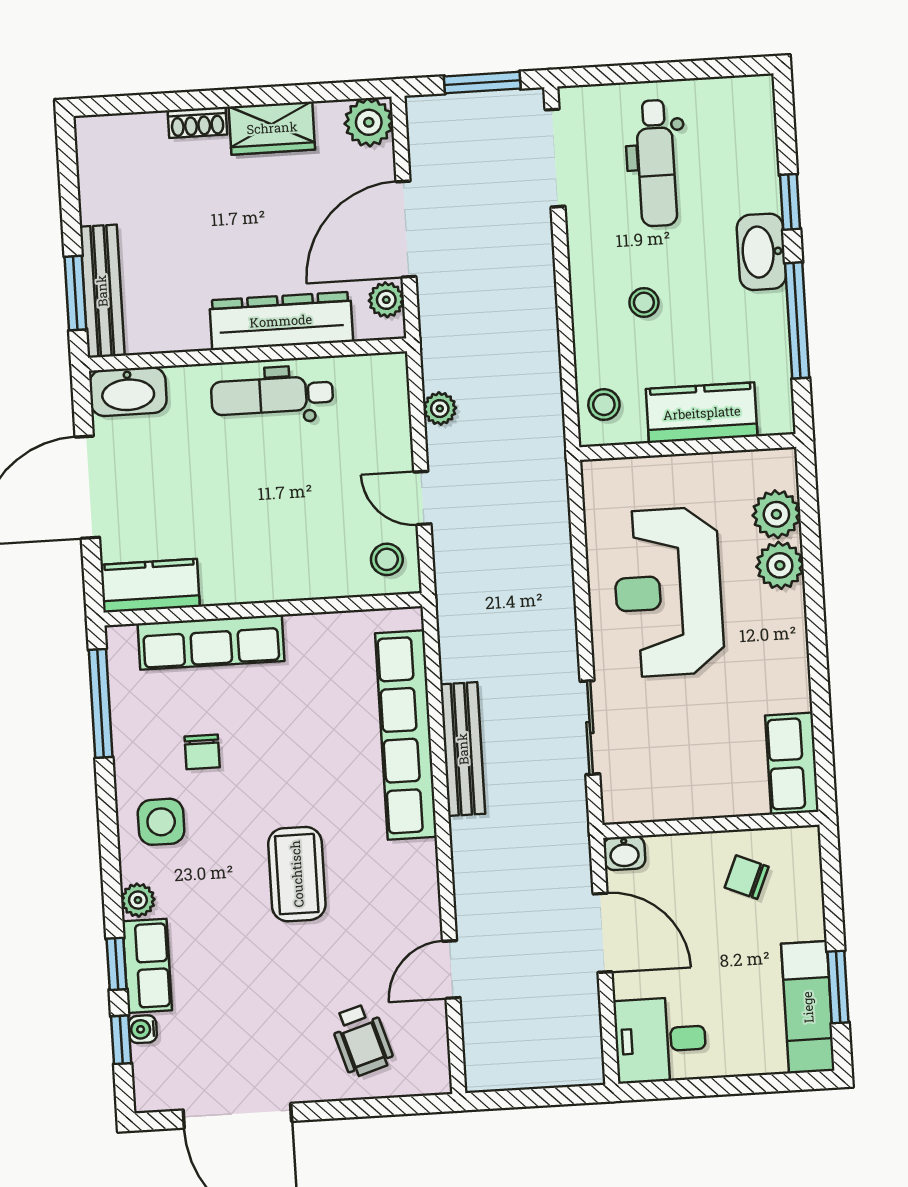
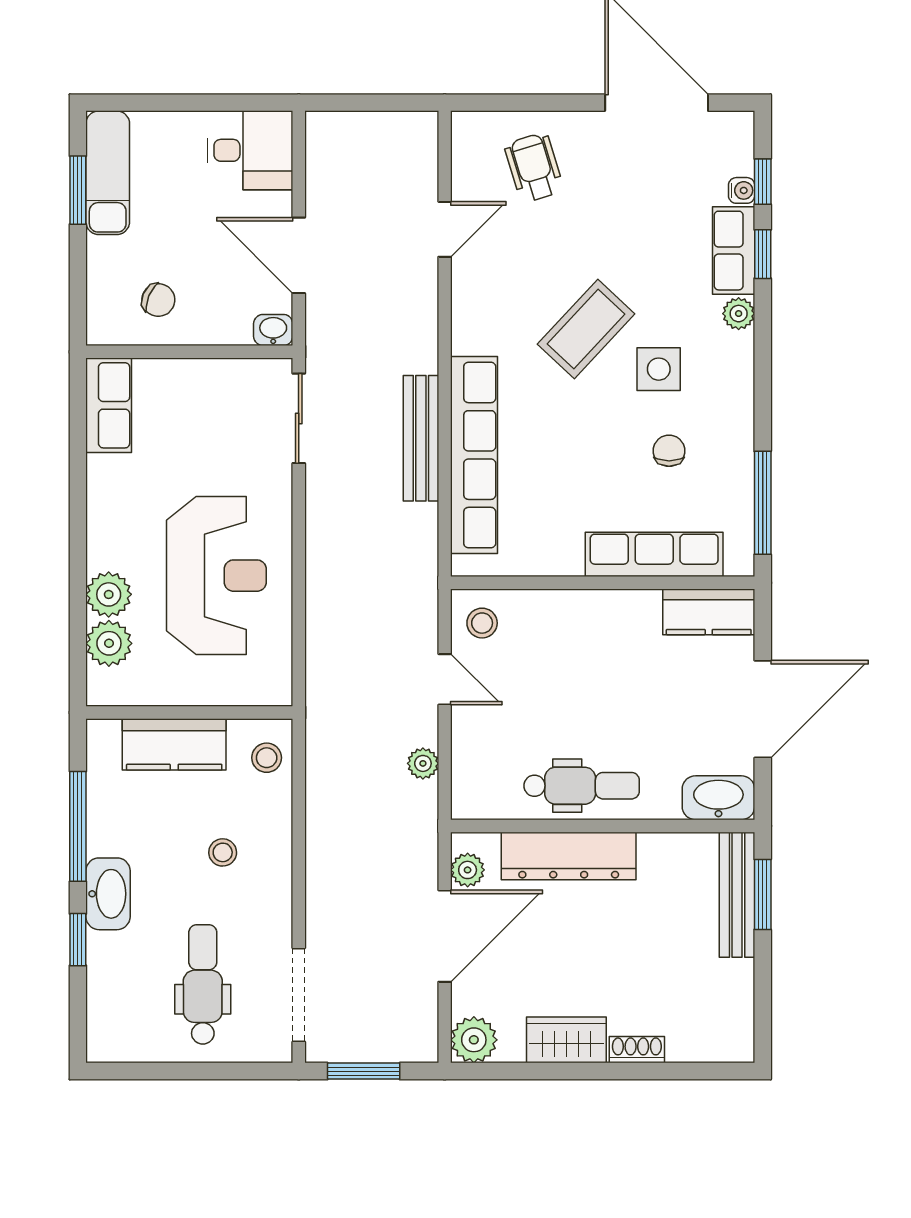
sliding door: (590, 728) -> (299, 418), moved
side table: (161, 822) -> (659, 369), moved
coffee table: (297, 874) -> (586, 329), turned 43

